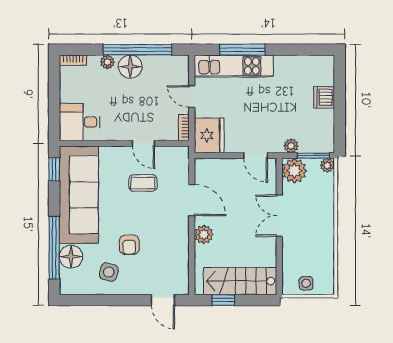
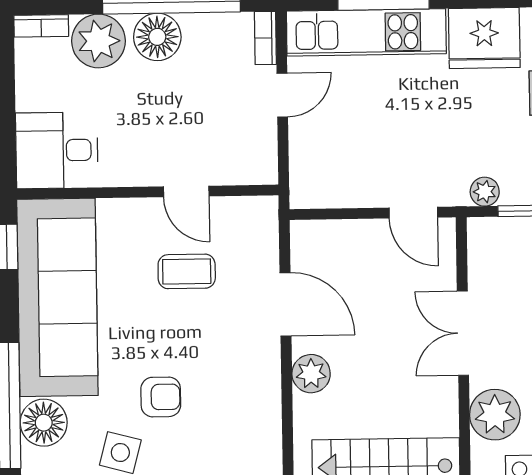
plant: (107, 62) -> (98, 41), width x1.87, depth x1.87
door: (192, 96) -> (282, 95), swing flipped
bookcase: (184, 128) -> (265, 38), moved
fridge: (209, 135) -> (484, 38), moved, turned 90
plant: (294, 171) -> (495, 415), moved
armchair: (129, 245) -> (161, 397), turned -90

